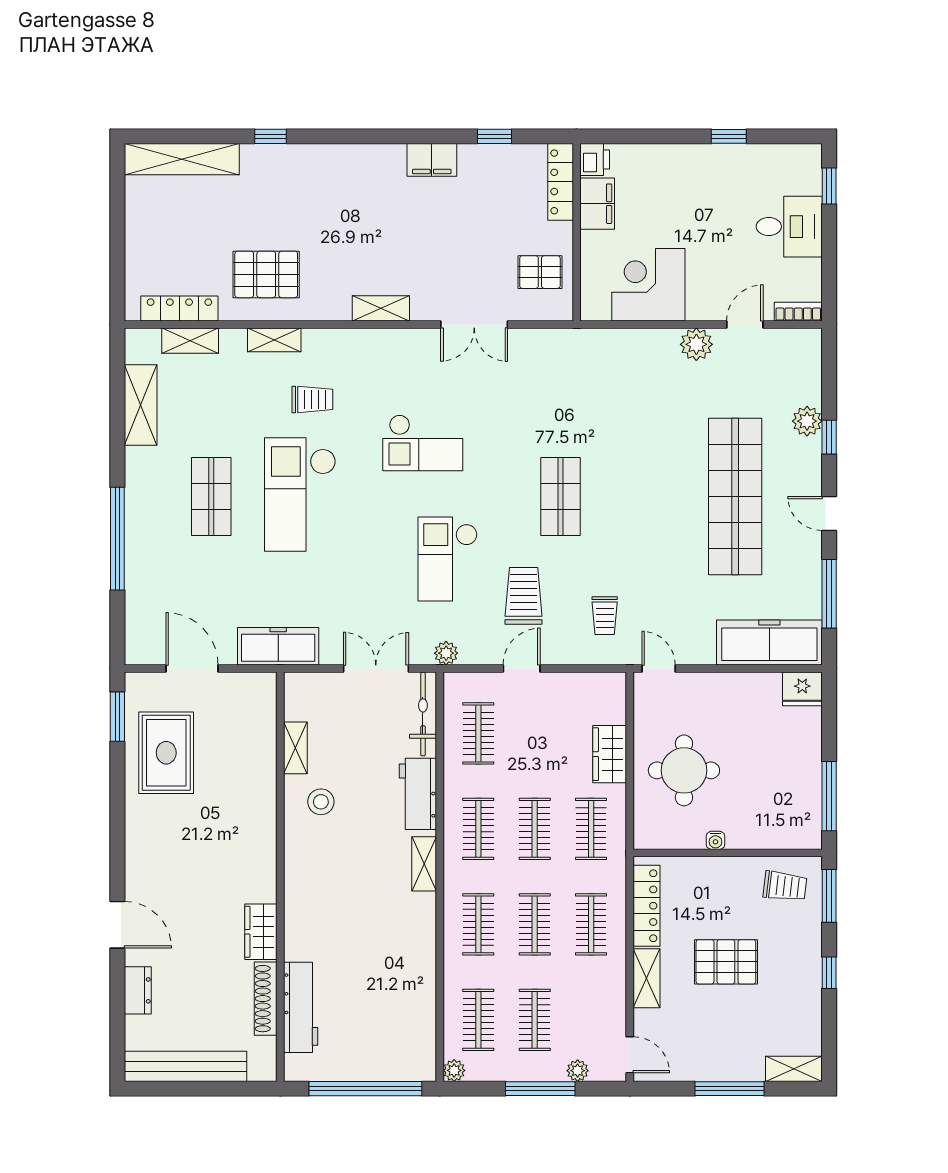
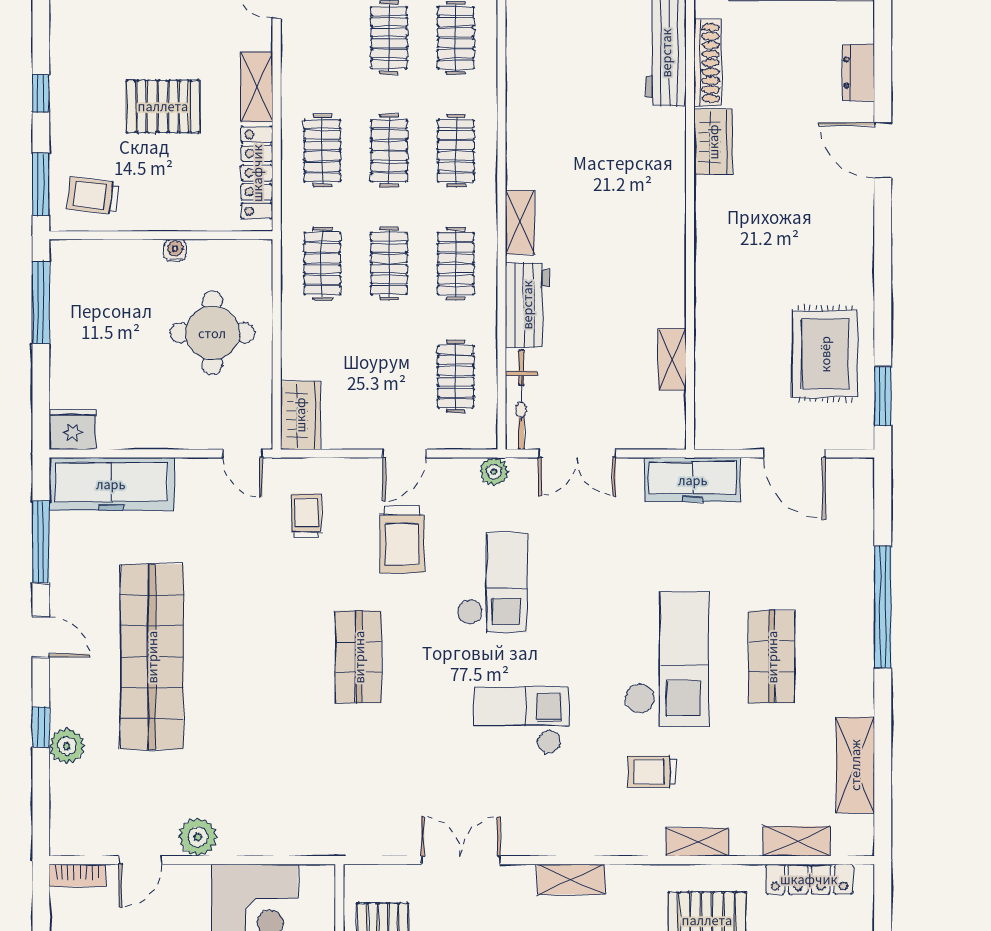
wardrobe: (610, 754) -> (300, 415), moved
stool: (321, 802) -> (642, 296), removed

